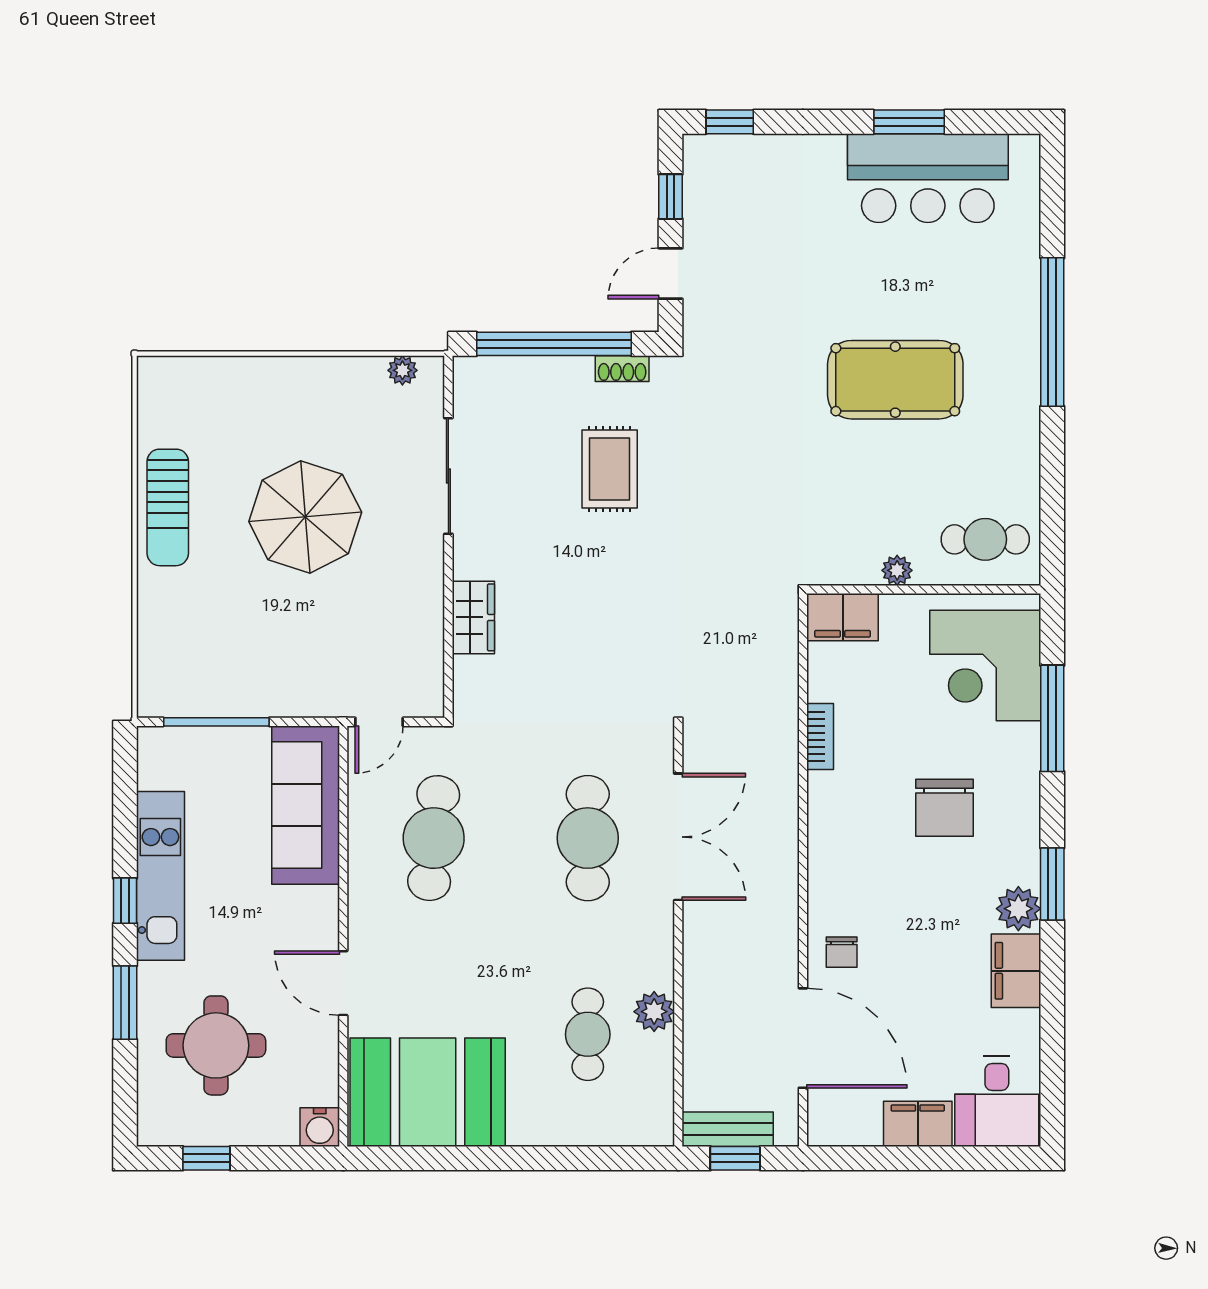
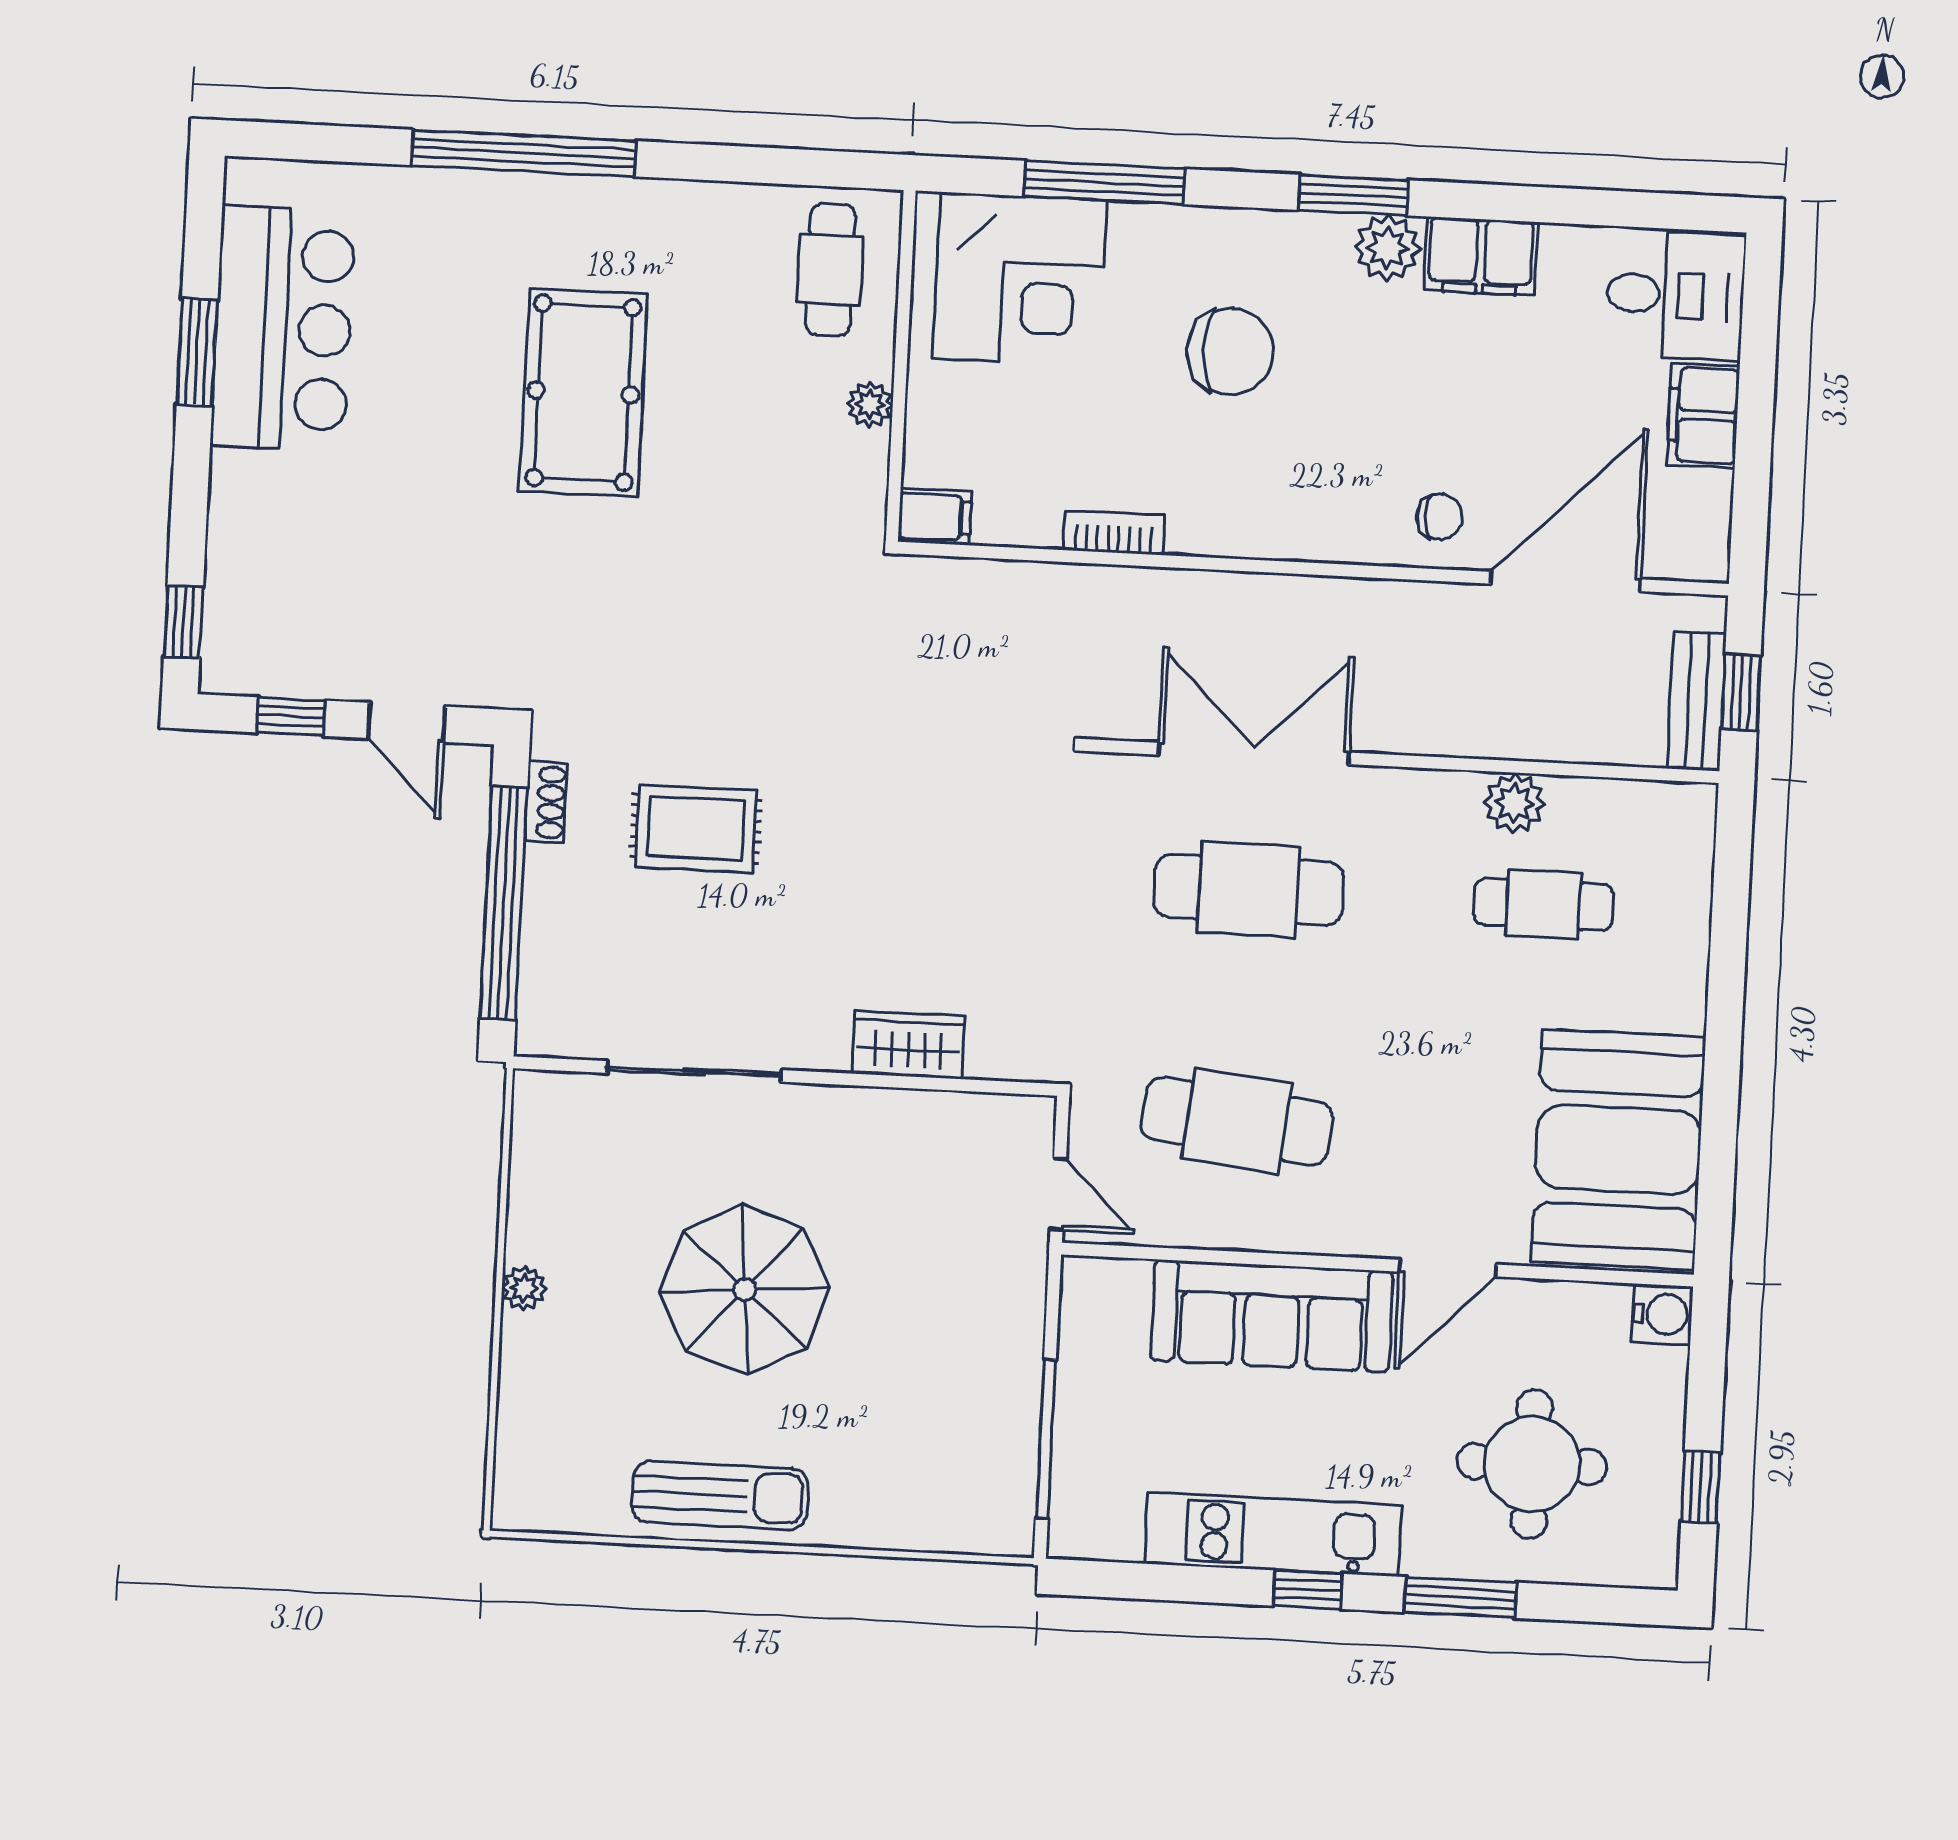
plant: (402, 370) -> (524, 1288), moved
filing cabinet: (843, 617) -> (935, 517), width x0.50
sofa: (306, 805) -> (1272, 1316), moved

